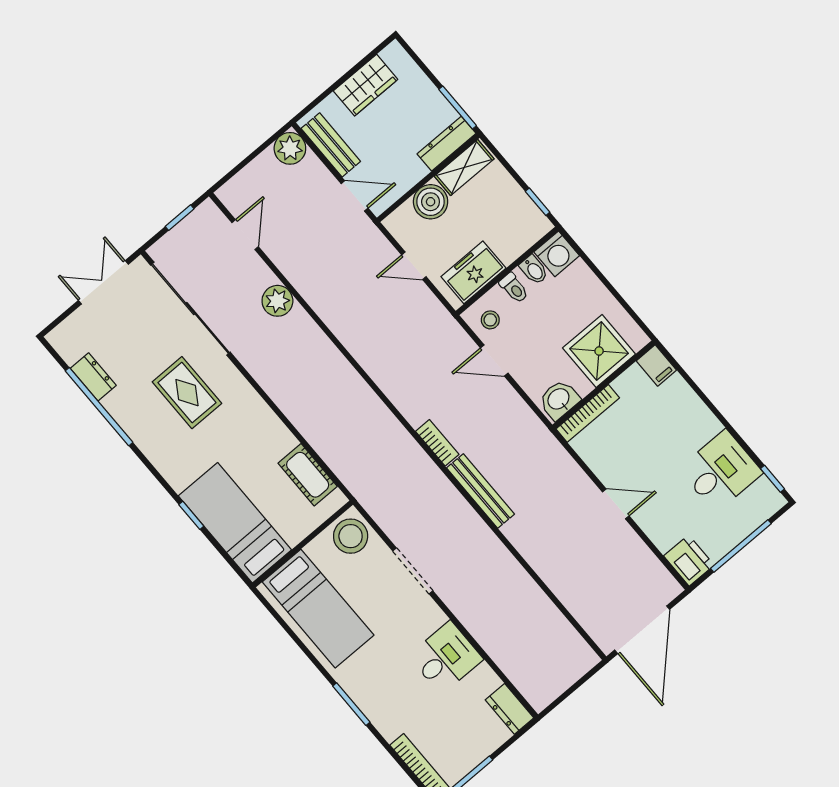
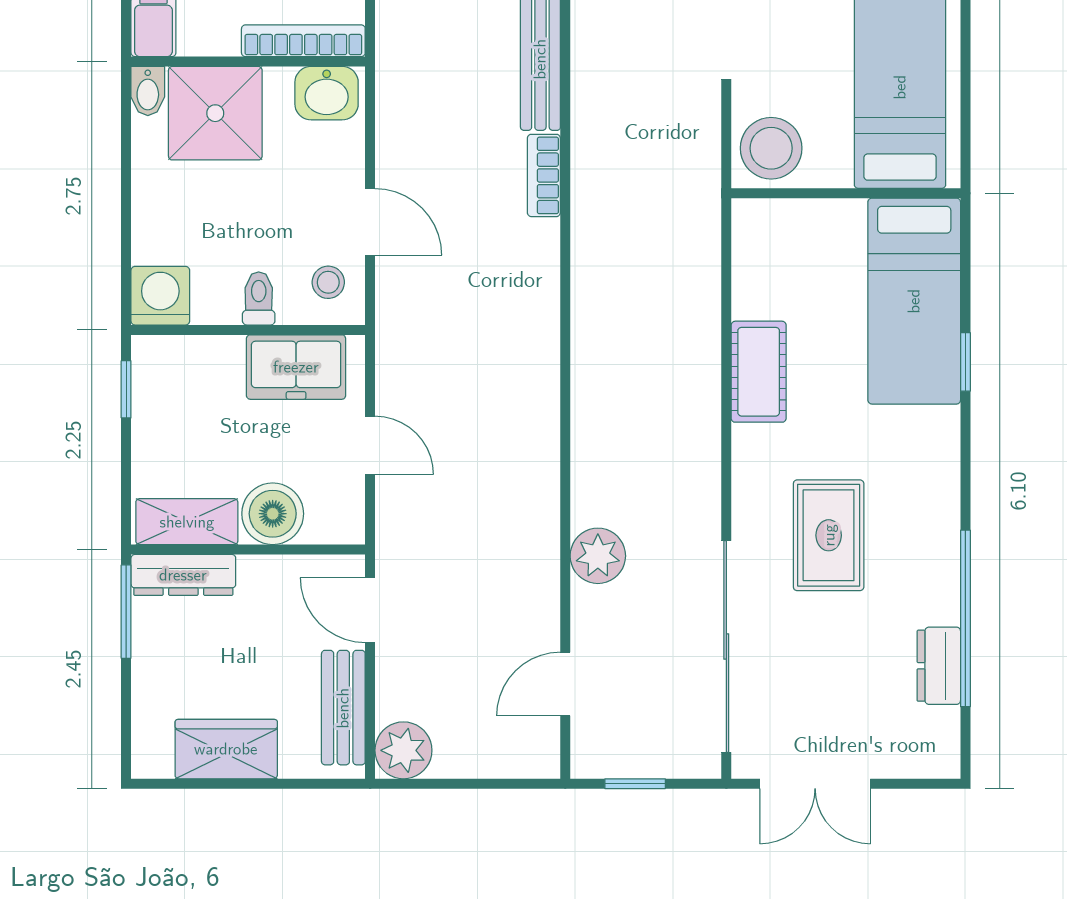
bidet: (534, 270) -> (148, 91), moved, turned 180
cot: (308, 475) -> (759, 372), moved

